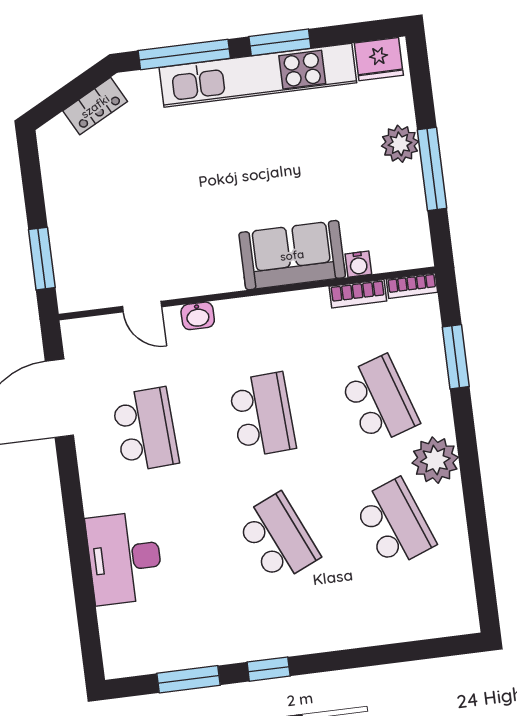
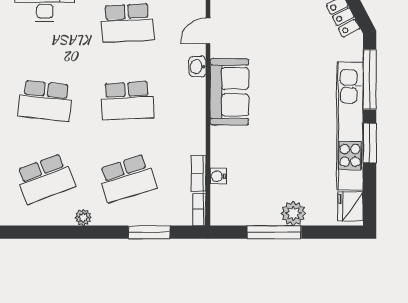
sofa: (292, 255) -> (229, 92), moved
plant: (435, 460) -> (83, 217), width x0.53, depth x0.53
school desk: (278, 538) -> (45, 101), turned 30

